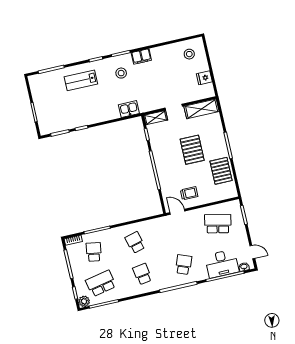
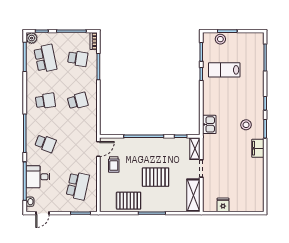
stool: (189, 54) -> (220, 39), moved
lab bench: (81, 80) -> (224, 70), moved, turned -90
desk: (222, 264) -> (38, 177), width x0.73

